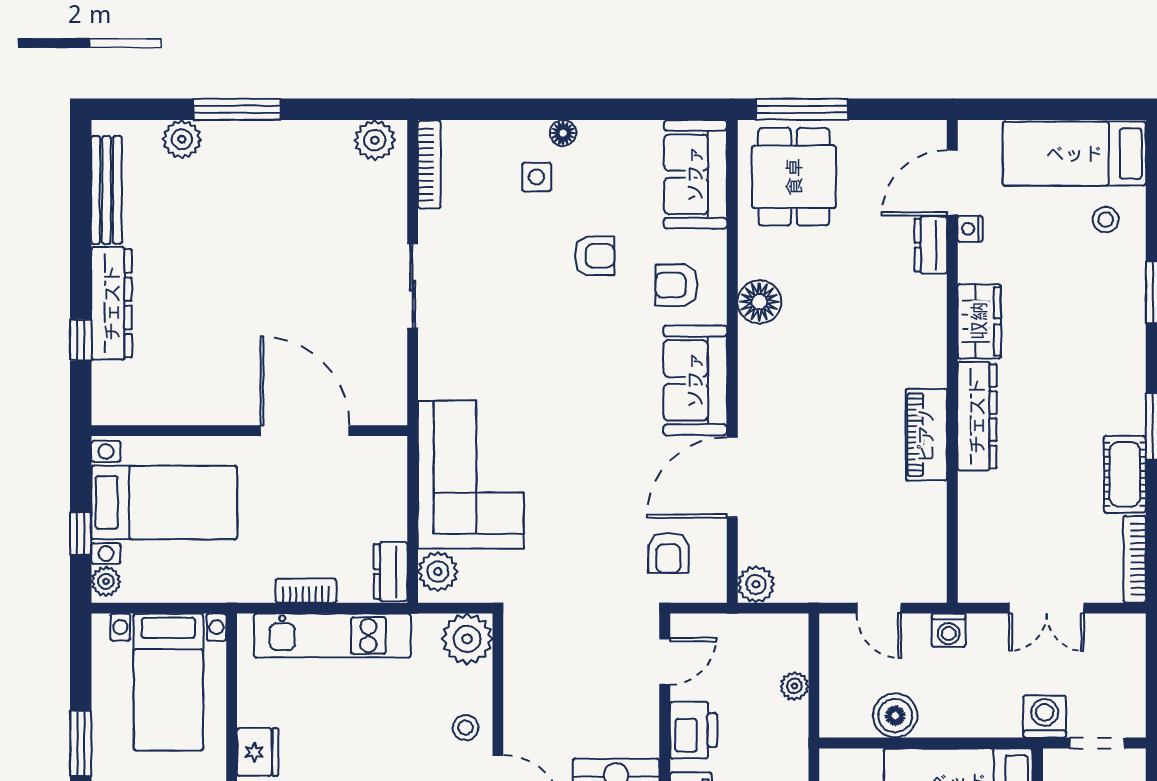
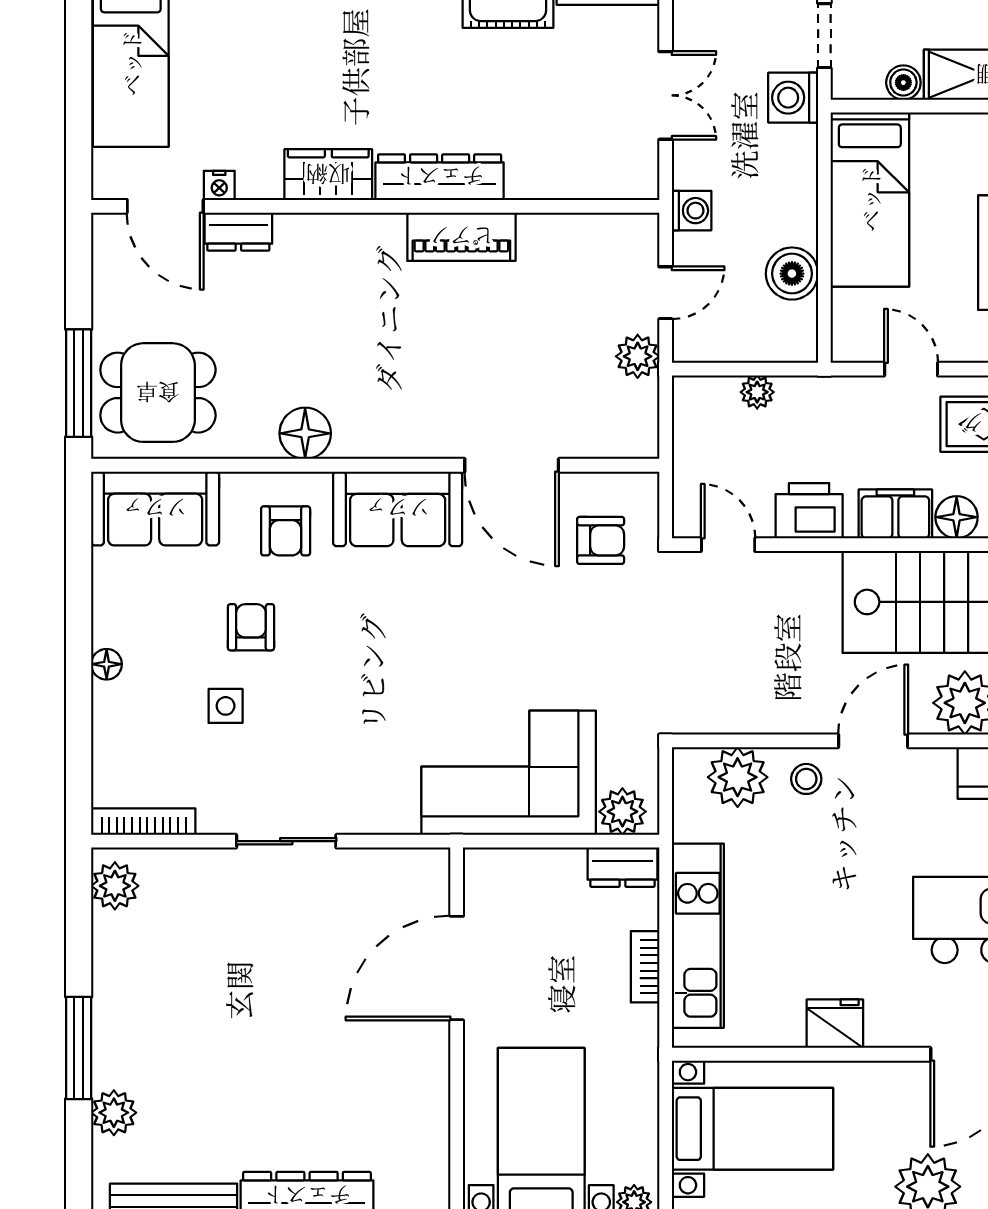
side table: (537, 177) -> (226, 706), moved
stool: (1106, 220) -> (208, 26), removed
plant: (756, 584) -> (638, 356), moved
plant: (467, 639) -> (738, 777), moved

